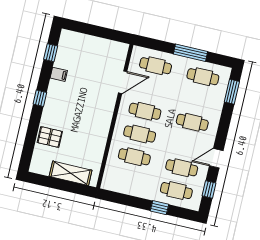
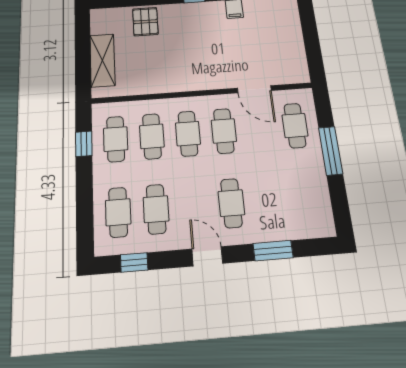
window: (190, 53) -> (331, 151), moved
cafe table: (203, 77) -> (116, 139), moved
window: (232, 92) -> (273, 251), moved
door: (216, 158) -> (207, 256), moved
window: (159, 208) -> (84, 144), moved

